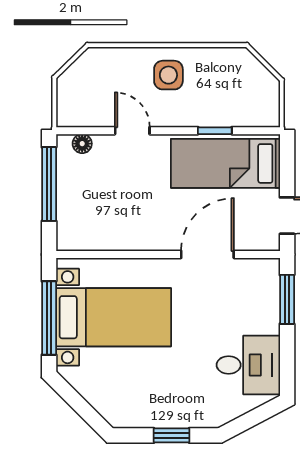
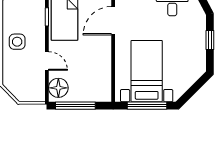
door: (132, 131) -> (47, 61), swing flipped
floor lamp: (82, 144) -> (58, 88), width x1.89, depth x1.89
door: (207, 254) -> (113, 21), hinge flipped

